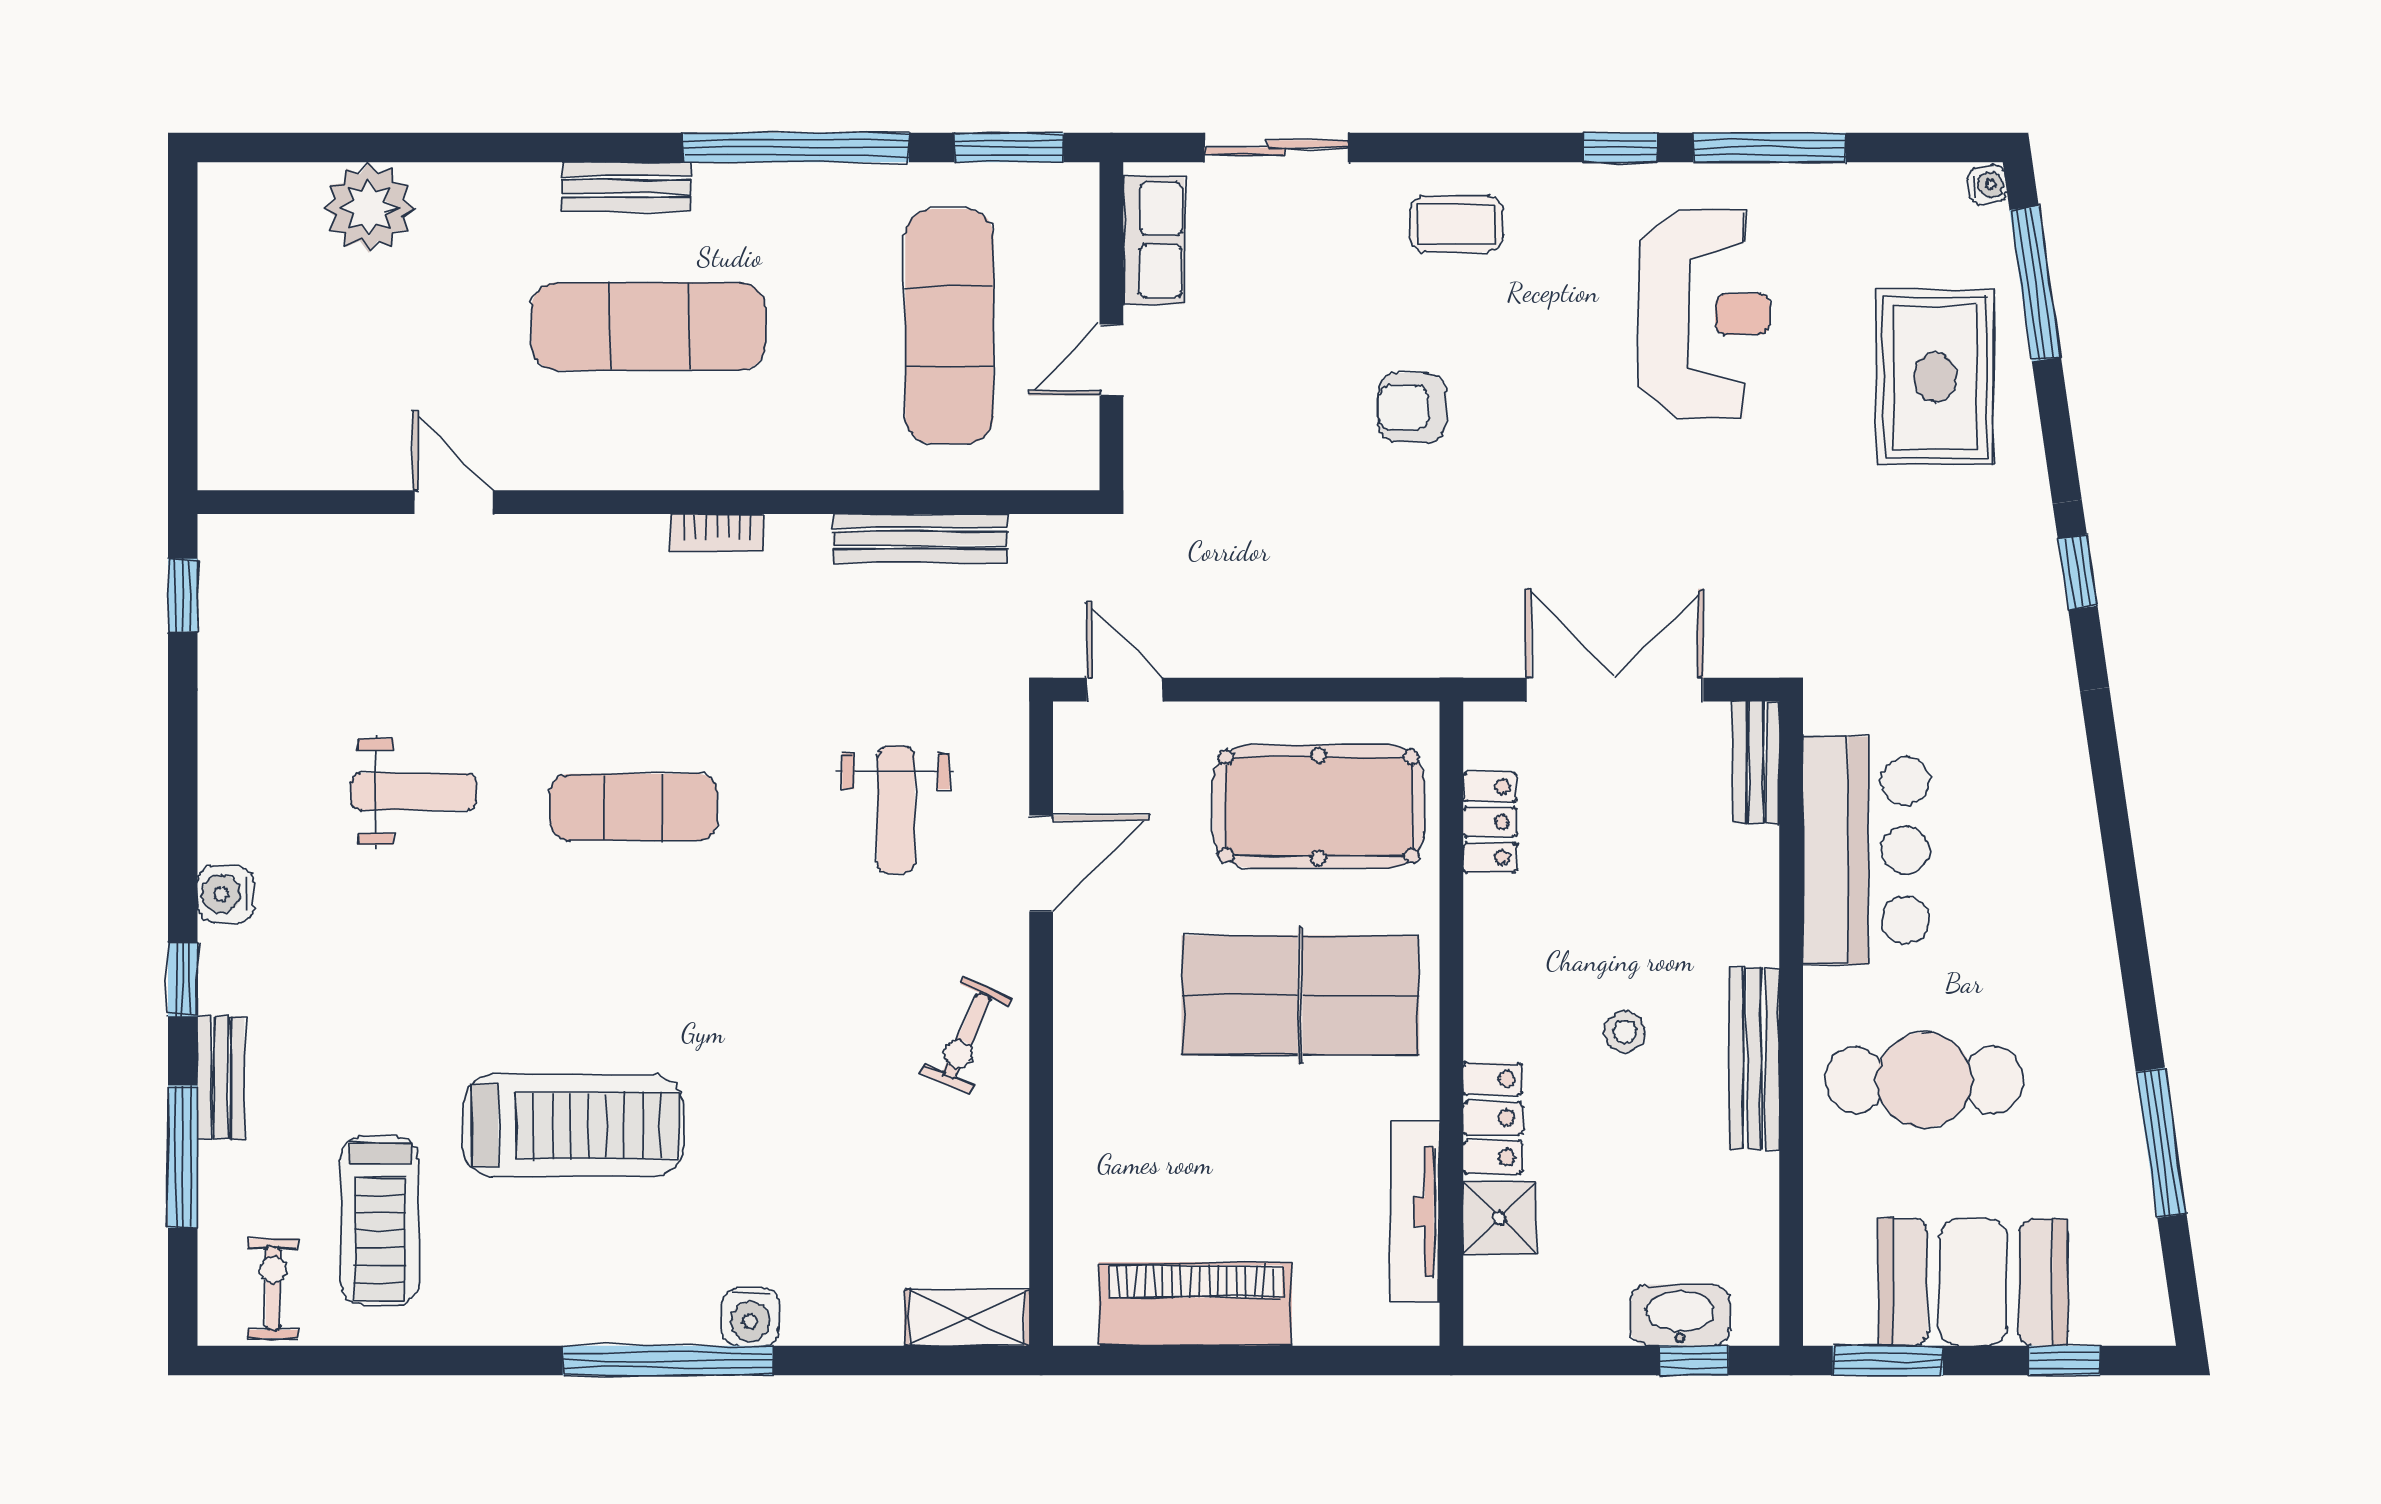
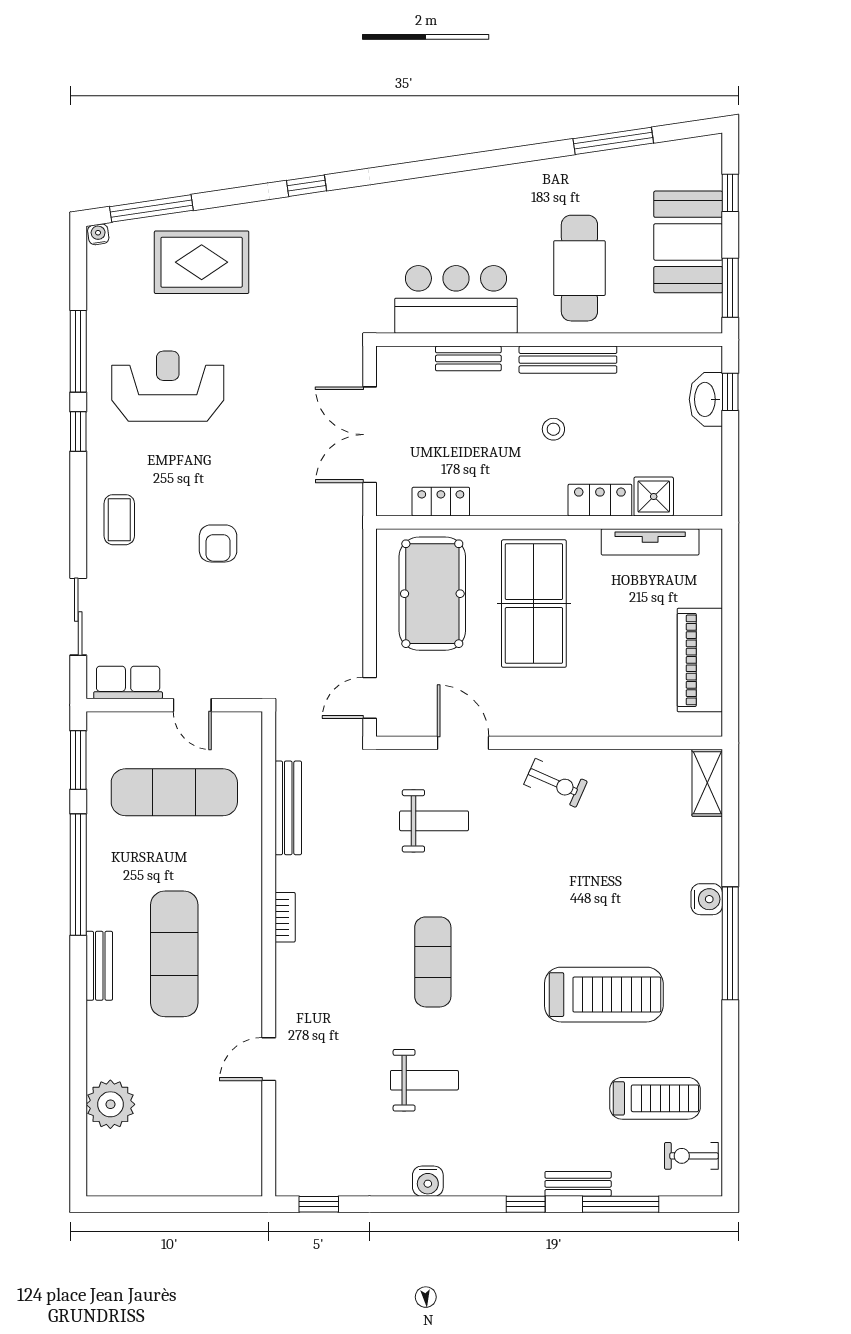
bench: (1756, 762) -> (468, 358), moved
weight bench: (414, 792) -> (424, 1080), turned 90
water cooler: (226, 894) -> (428, 1181), moved
treadmill: (573, 1125) -> (604, 995), turned 90

